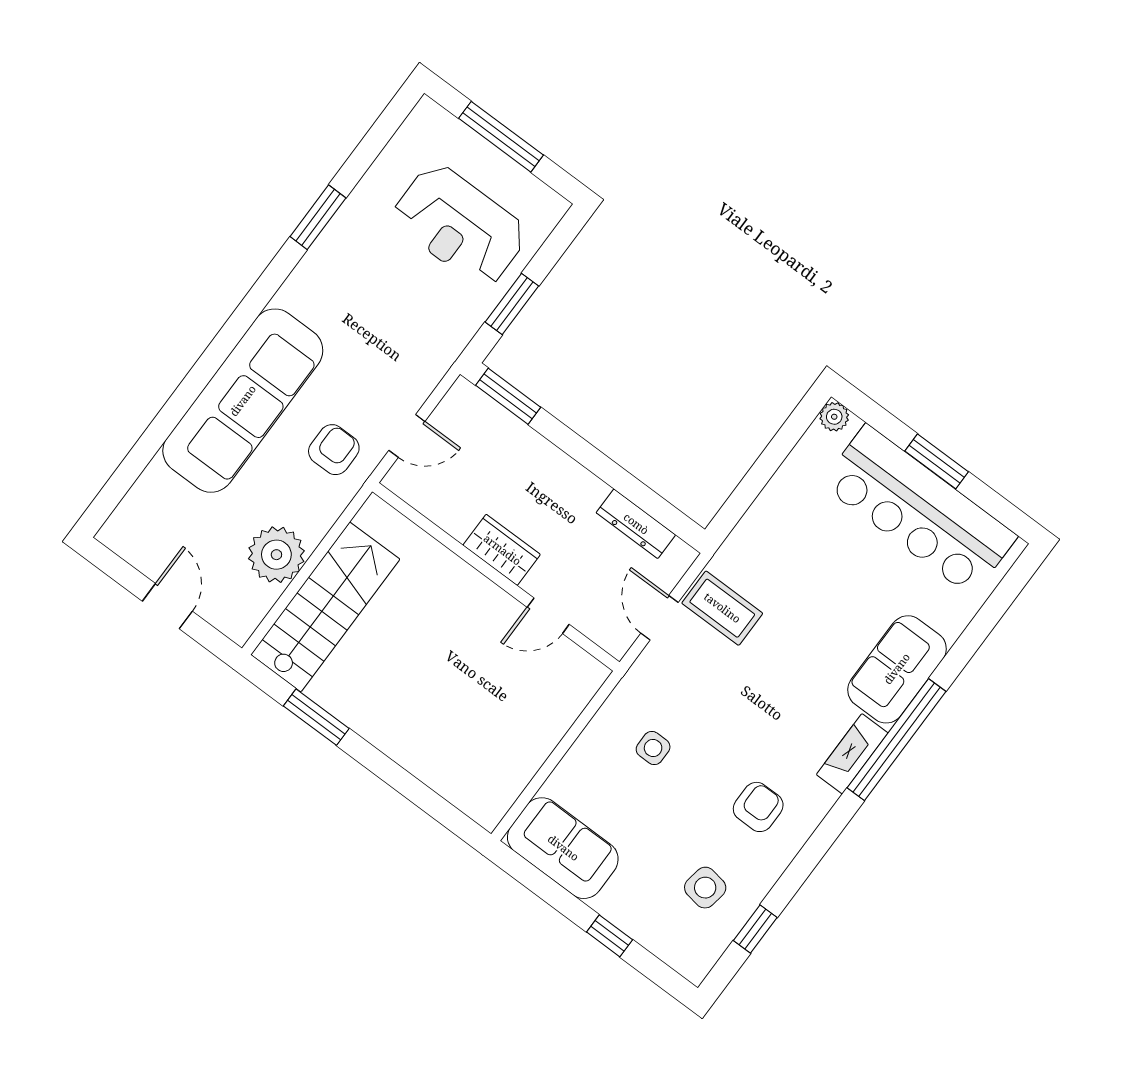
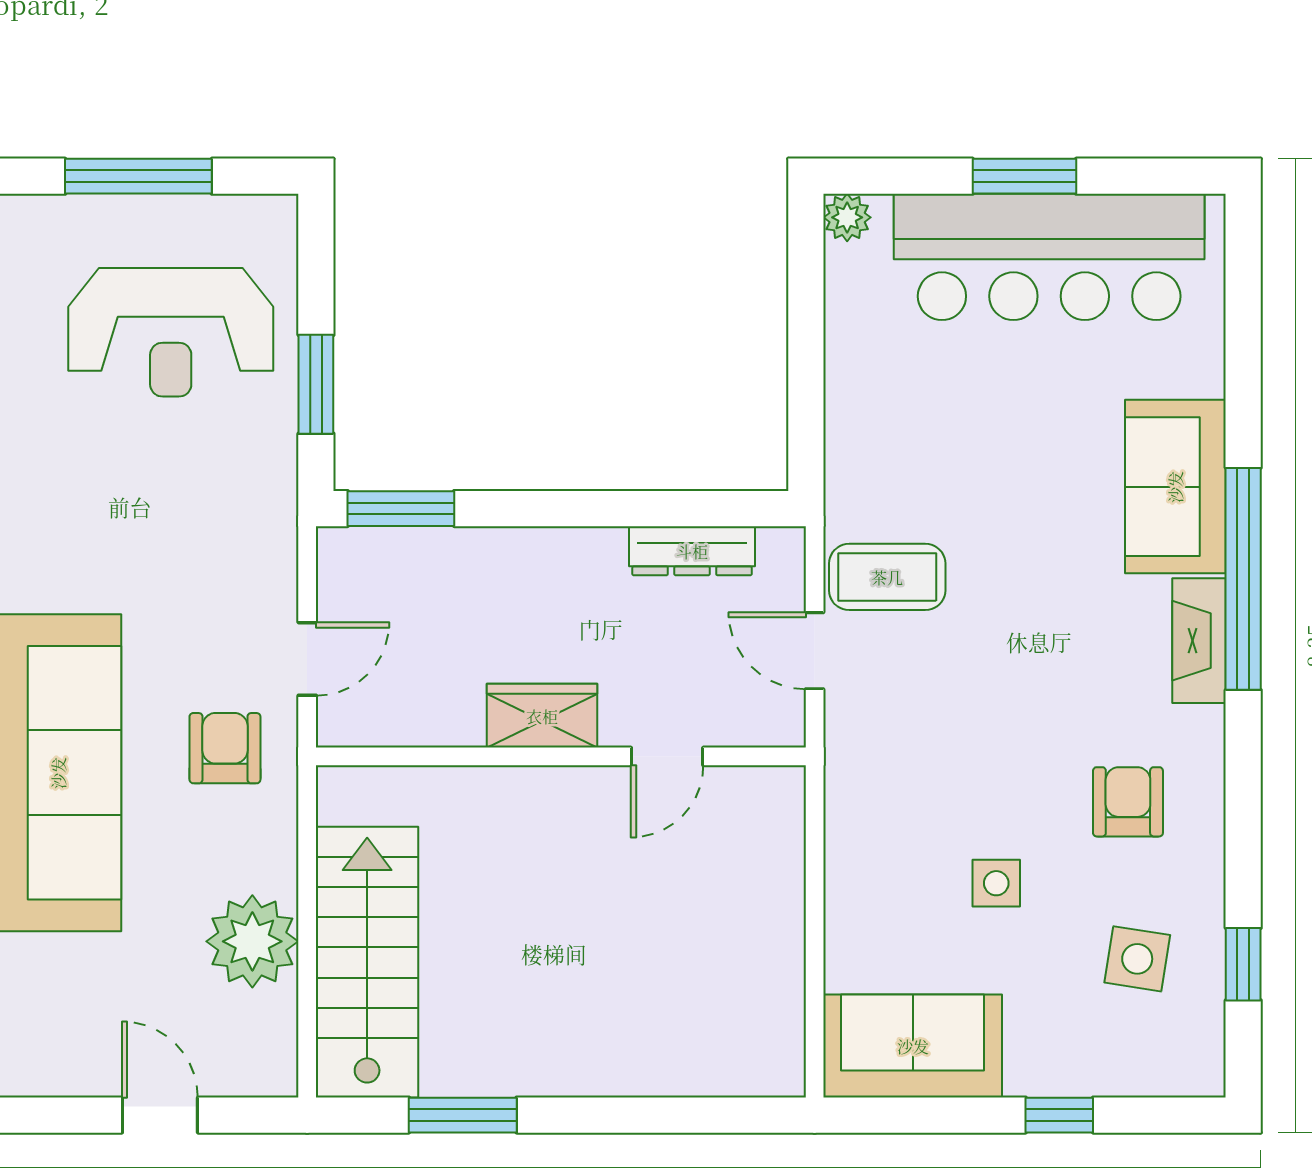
side table: (653, 748) -> (996, 883), moved

